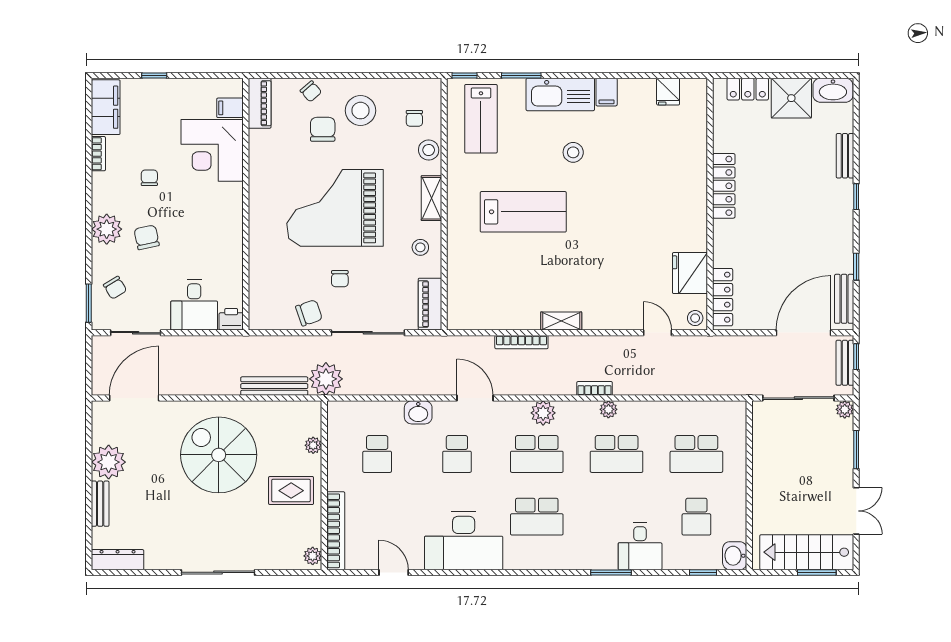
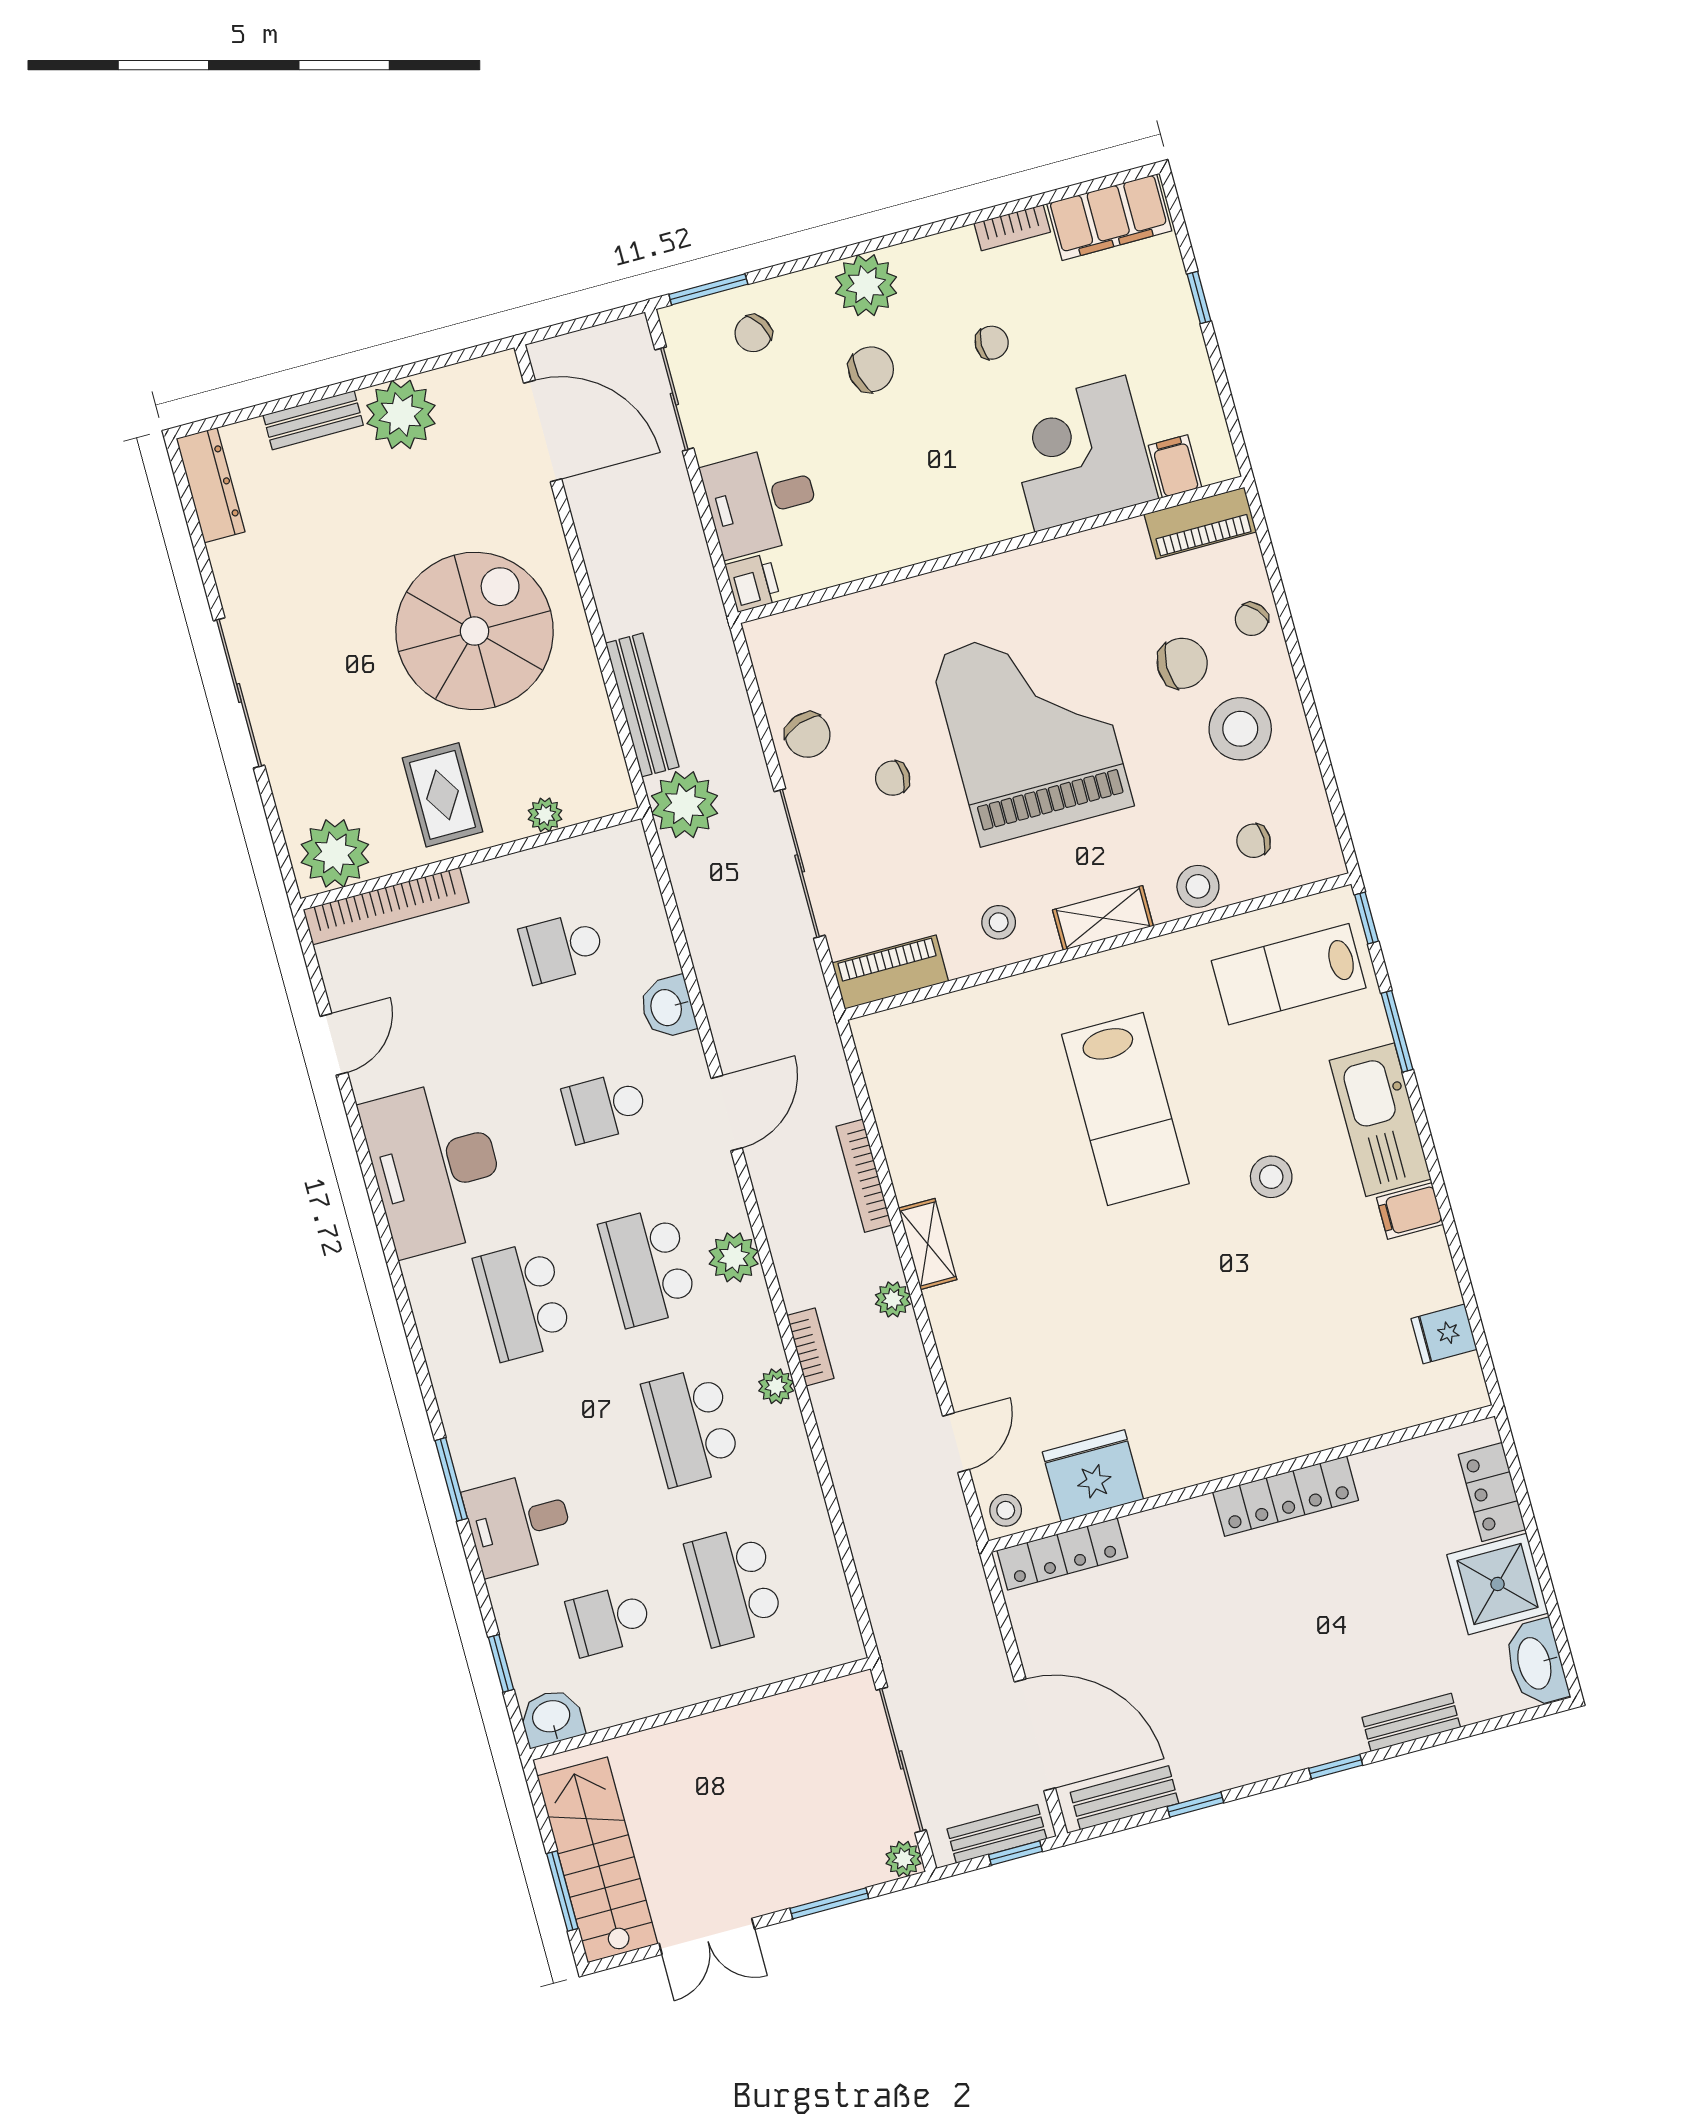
plant: (583, 344) -> (893, 1299), added
plant: (313, 556) -> (335, 853), width x1.87, depth x1.87

